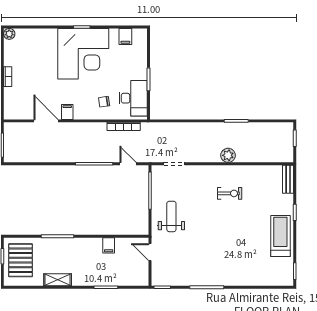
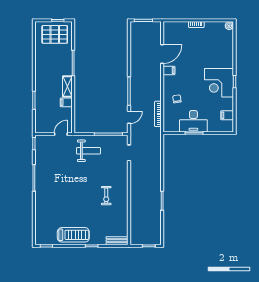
corner desk: (83, 54) -> (219, 83), width x0.74, depth x0.74
desk: (133, 98) -> (193, 121), moved
plant: (228, 155) -> (136, 194), removed
shelving: (58, 280) -> (67, 87), moved

